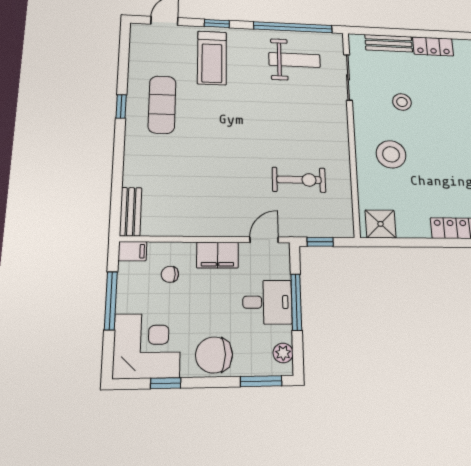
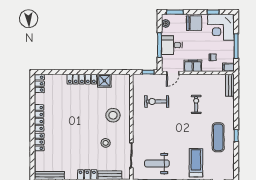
exercise bike: (210, 172) -> (196, 104), added
shower: (381, 224) -> (104, 81), moved

